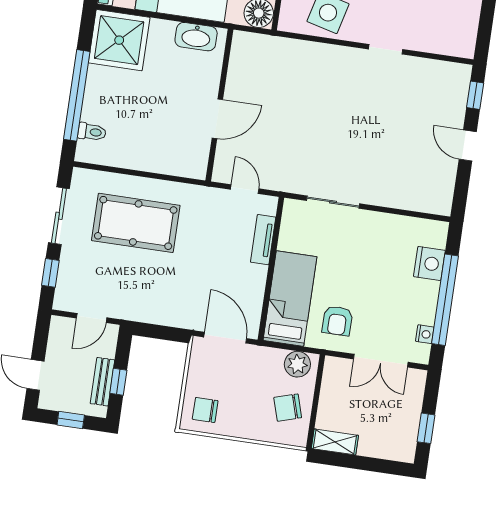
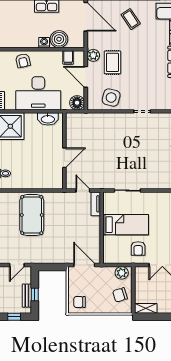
pool table: (136, 223) -> (32, 215), turned 90
tv unit: (263, 240) -> (96, 204), moved
bed: (290, 299) -> (126, 225), moved, turned 90

